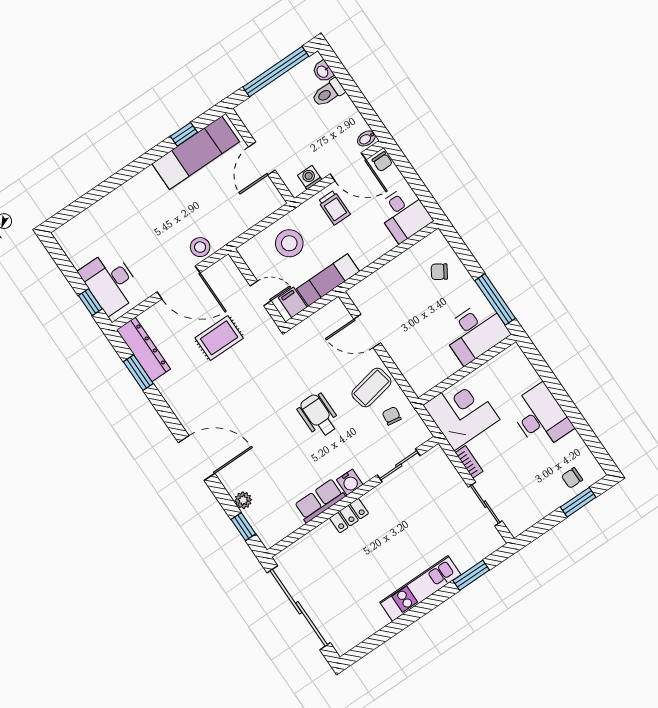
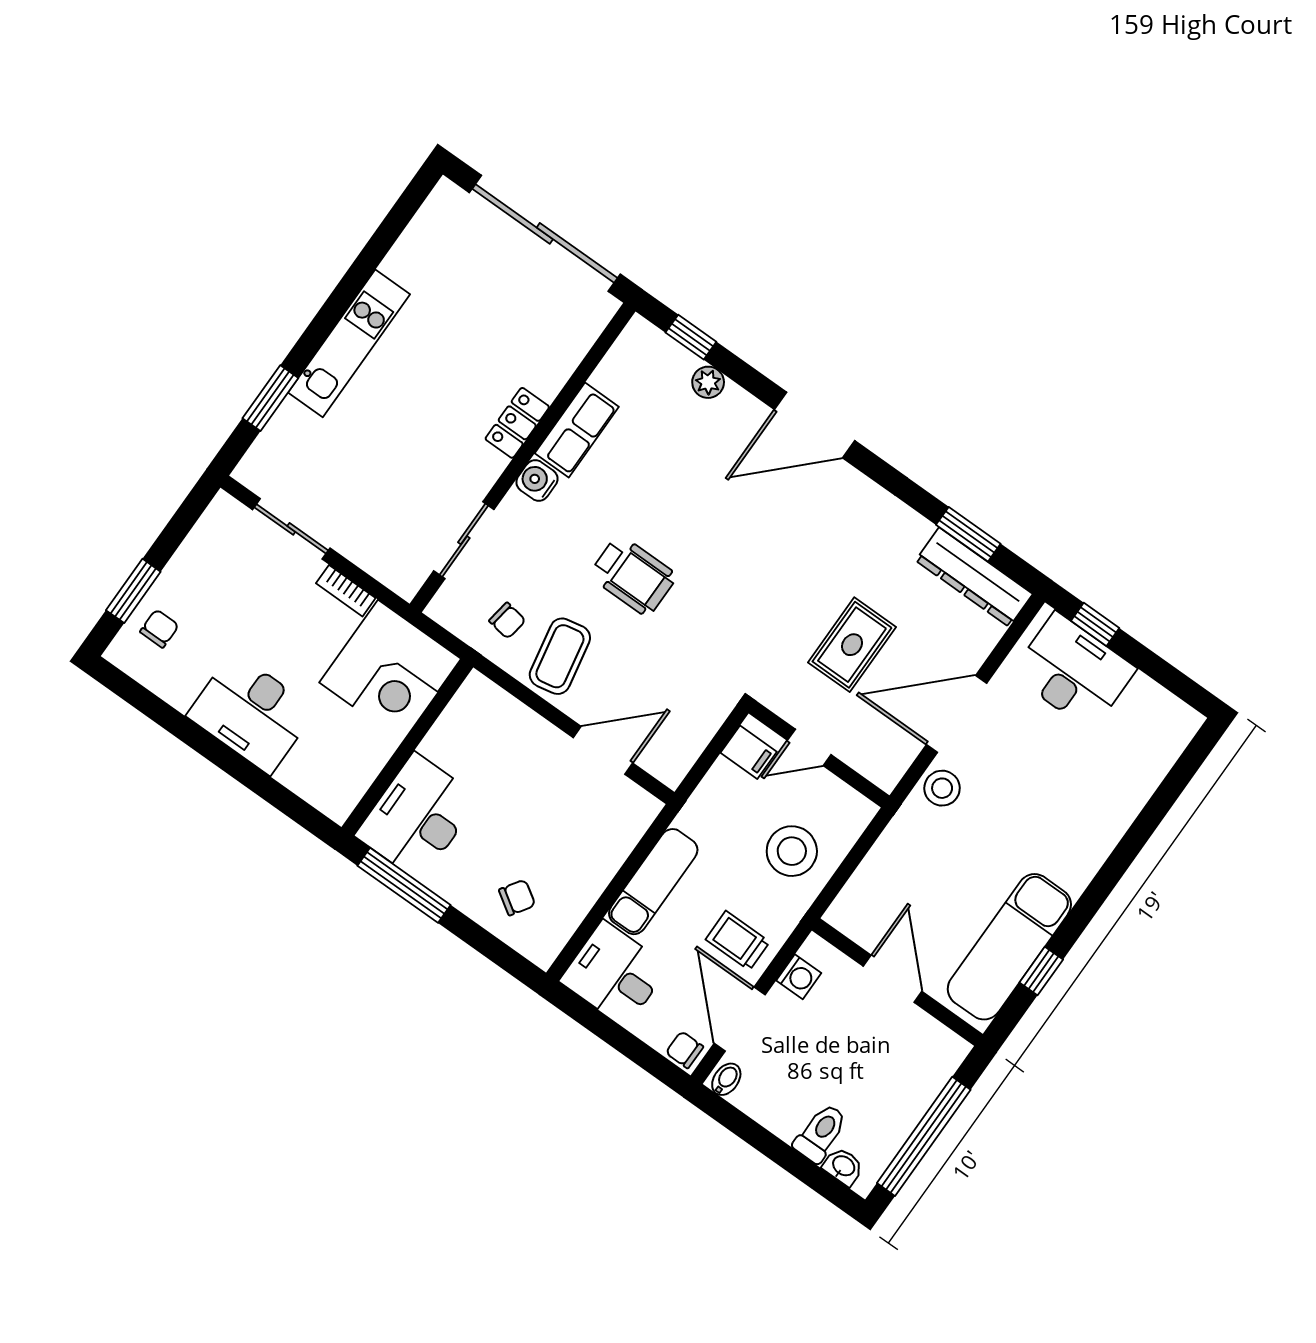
door: (348, 167) -> (740, 1019), hinge flipped
exam couch: (328, 280) -> (653, 882), moved

